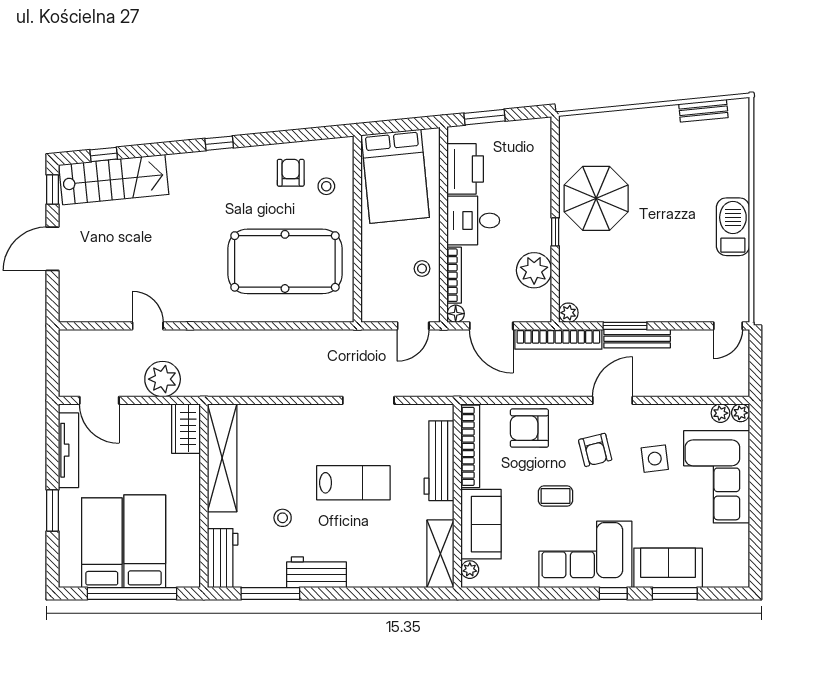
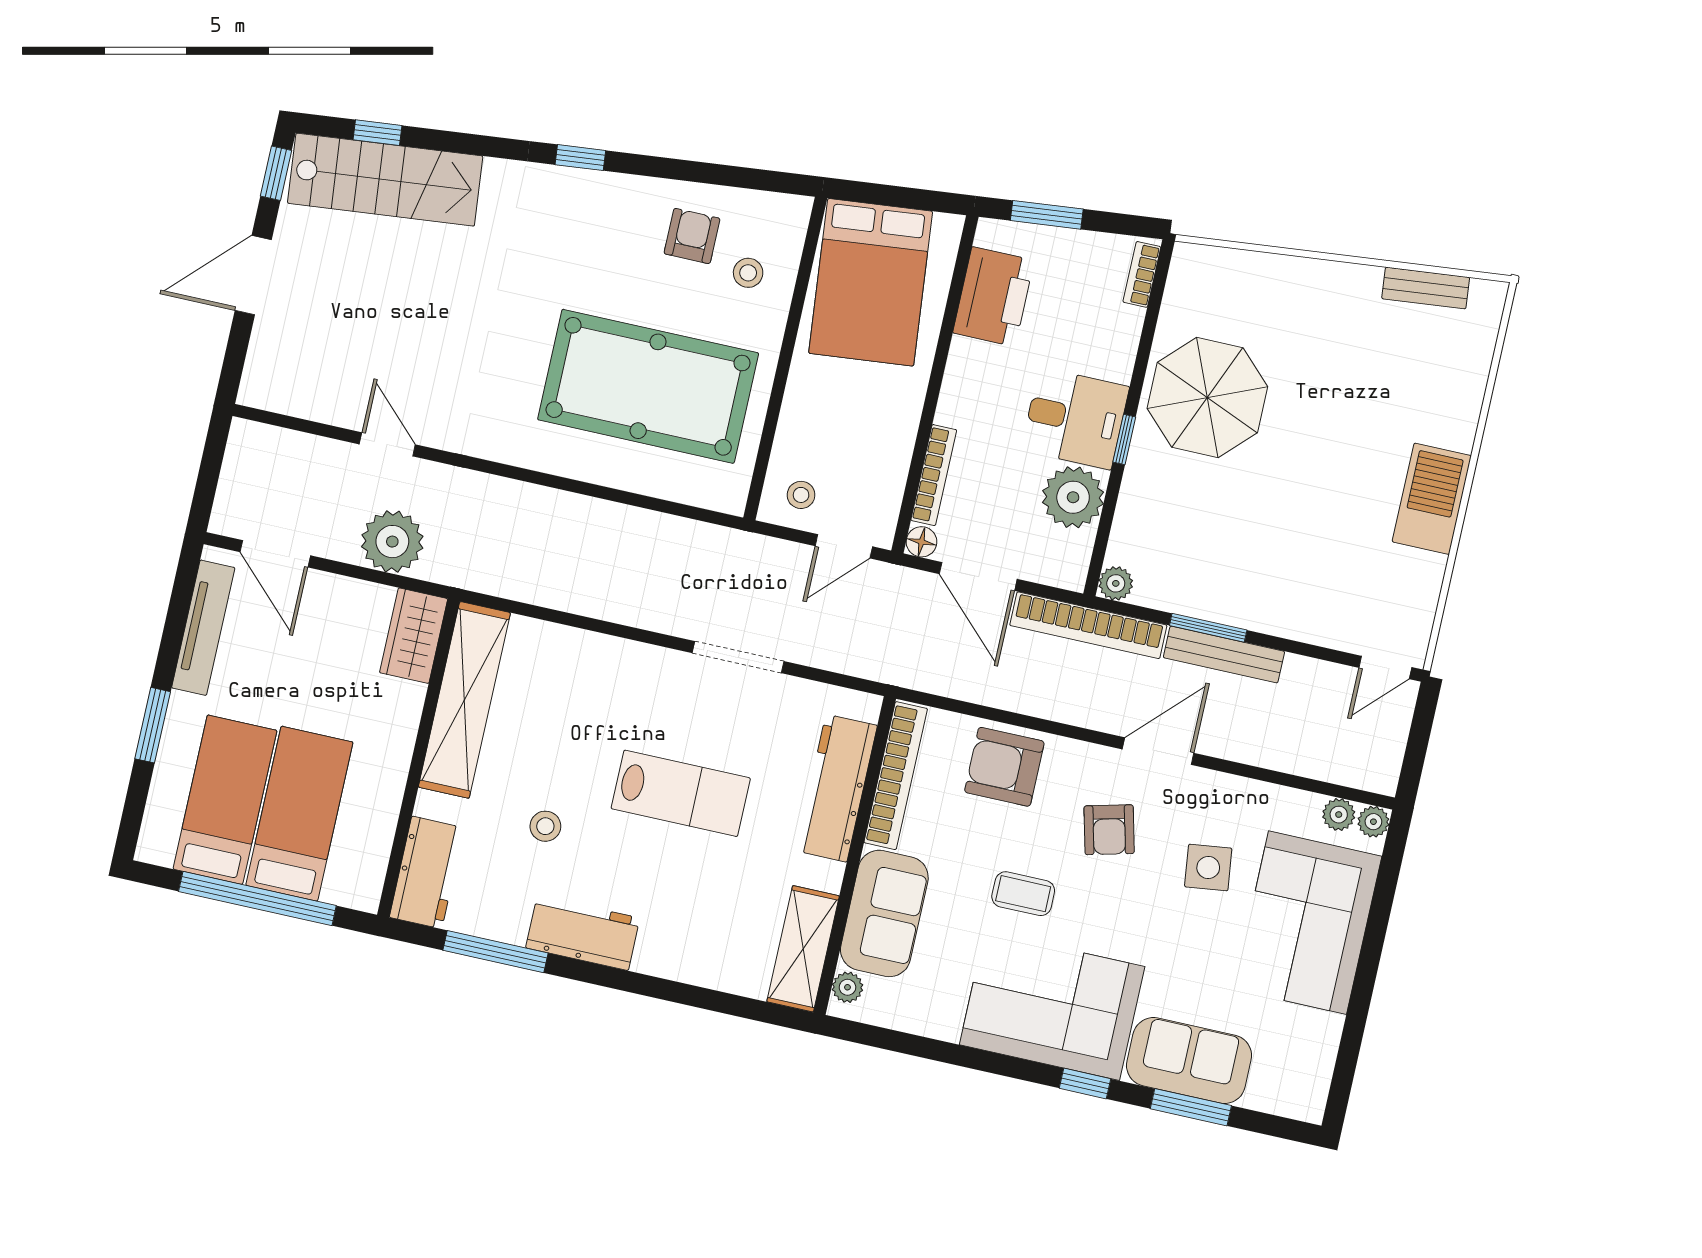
bookcase: (545, 138) -> (1142, 274), added
desk: (473, 220) -> (1075, 418), moved, turned 180
stool: (422, 269) -> (801, 495), moved

